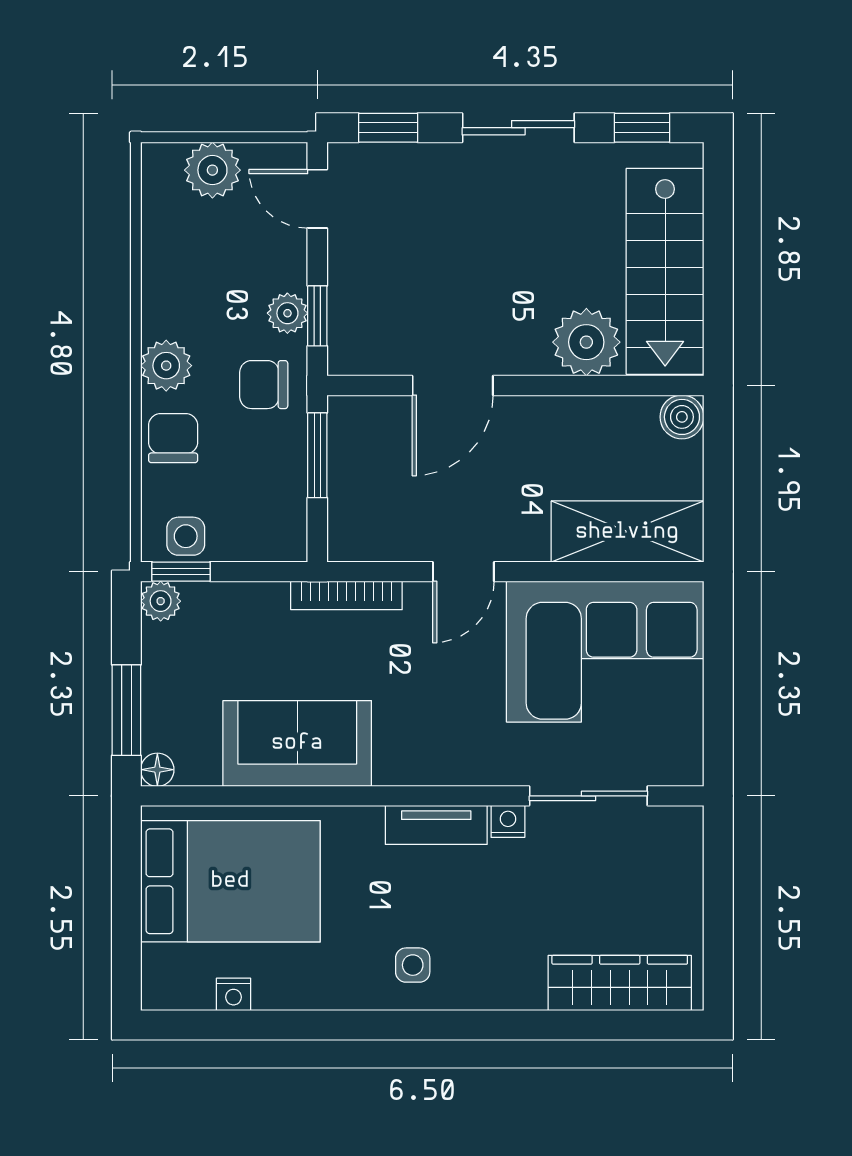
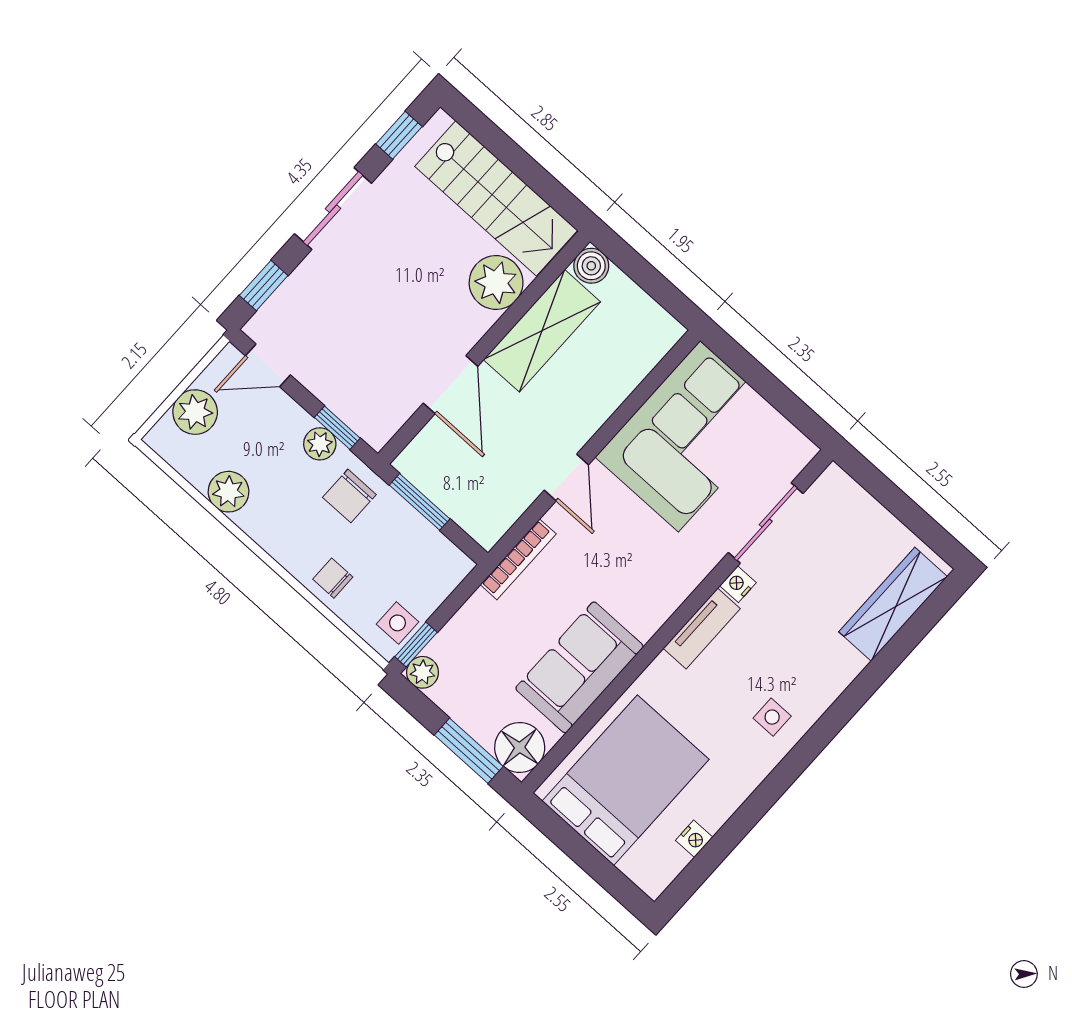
plant: (166, 366) -> (228, 492), moved
chair: (173, 438) -> (333, 578), width x0.73, depth x0.73
shelving: (627, 532) -> (542, 331), moved
floor lamp: (157, 770) -> (520, 748), width x1.89, depth x1.89

